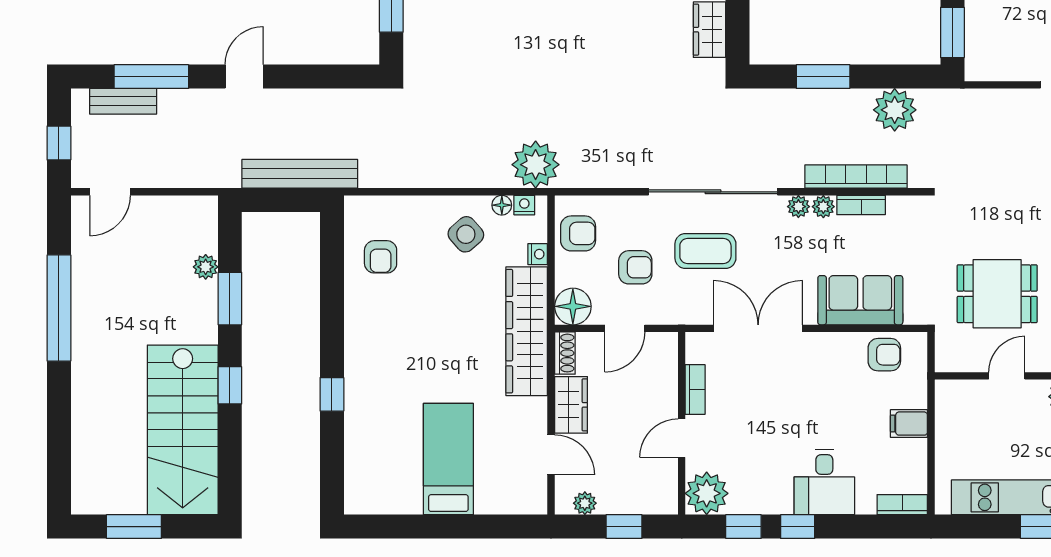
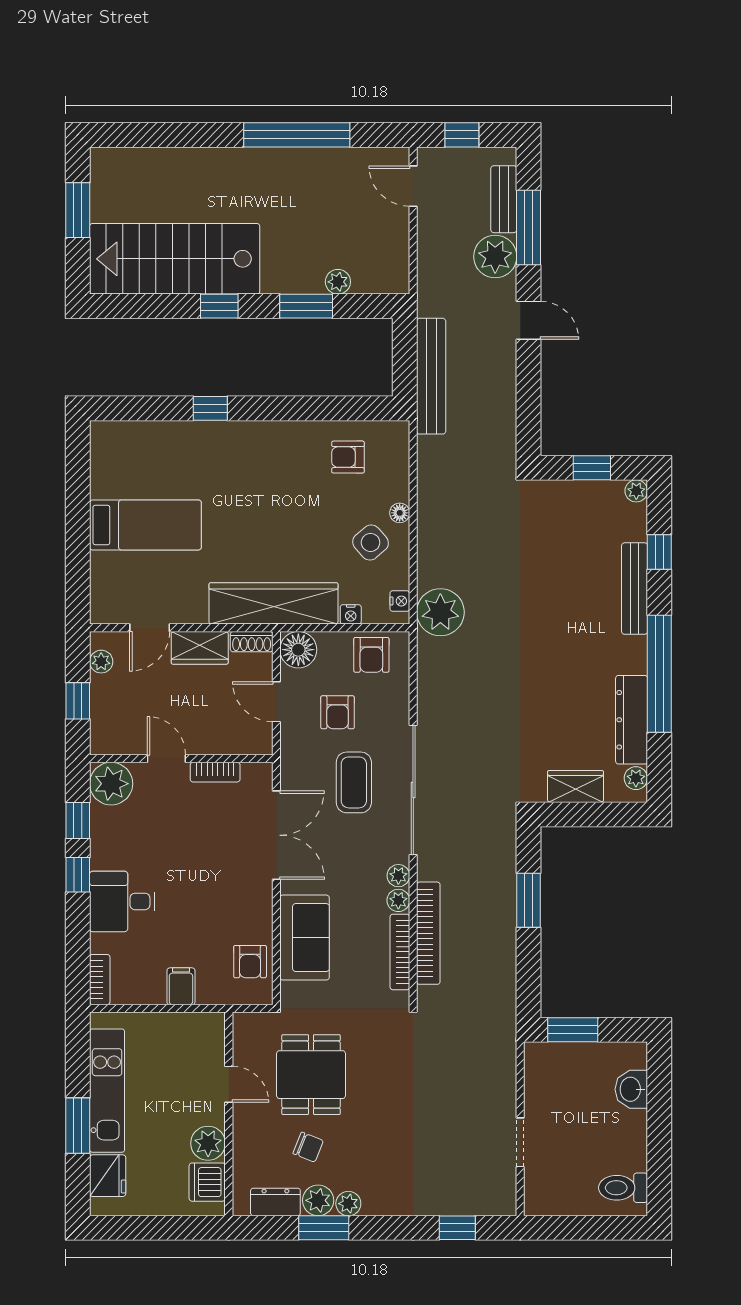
plant: (895, 110) -> (495, 257), moved
floor lamp: (502, 205) -> (400, 513), moved
bookcase: (861, 205) -> (400, 952), width x1.56

